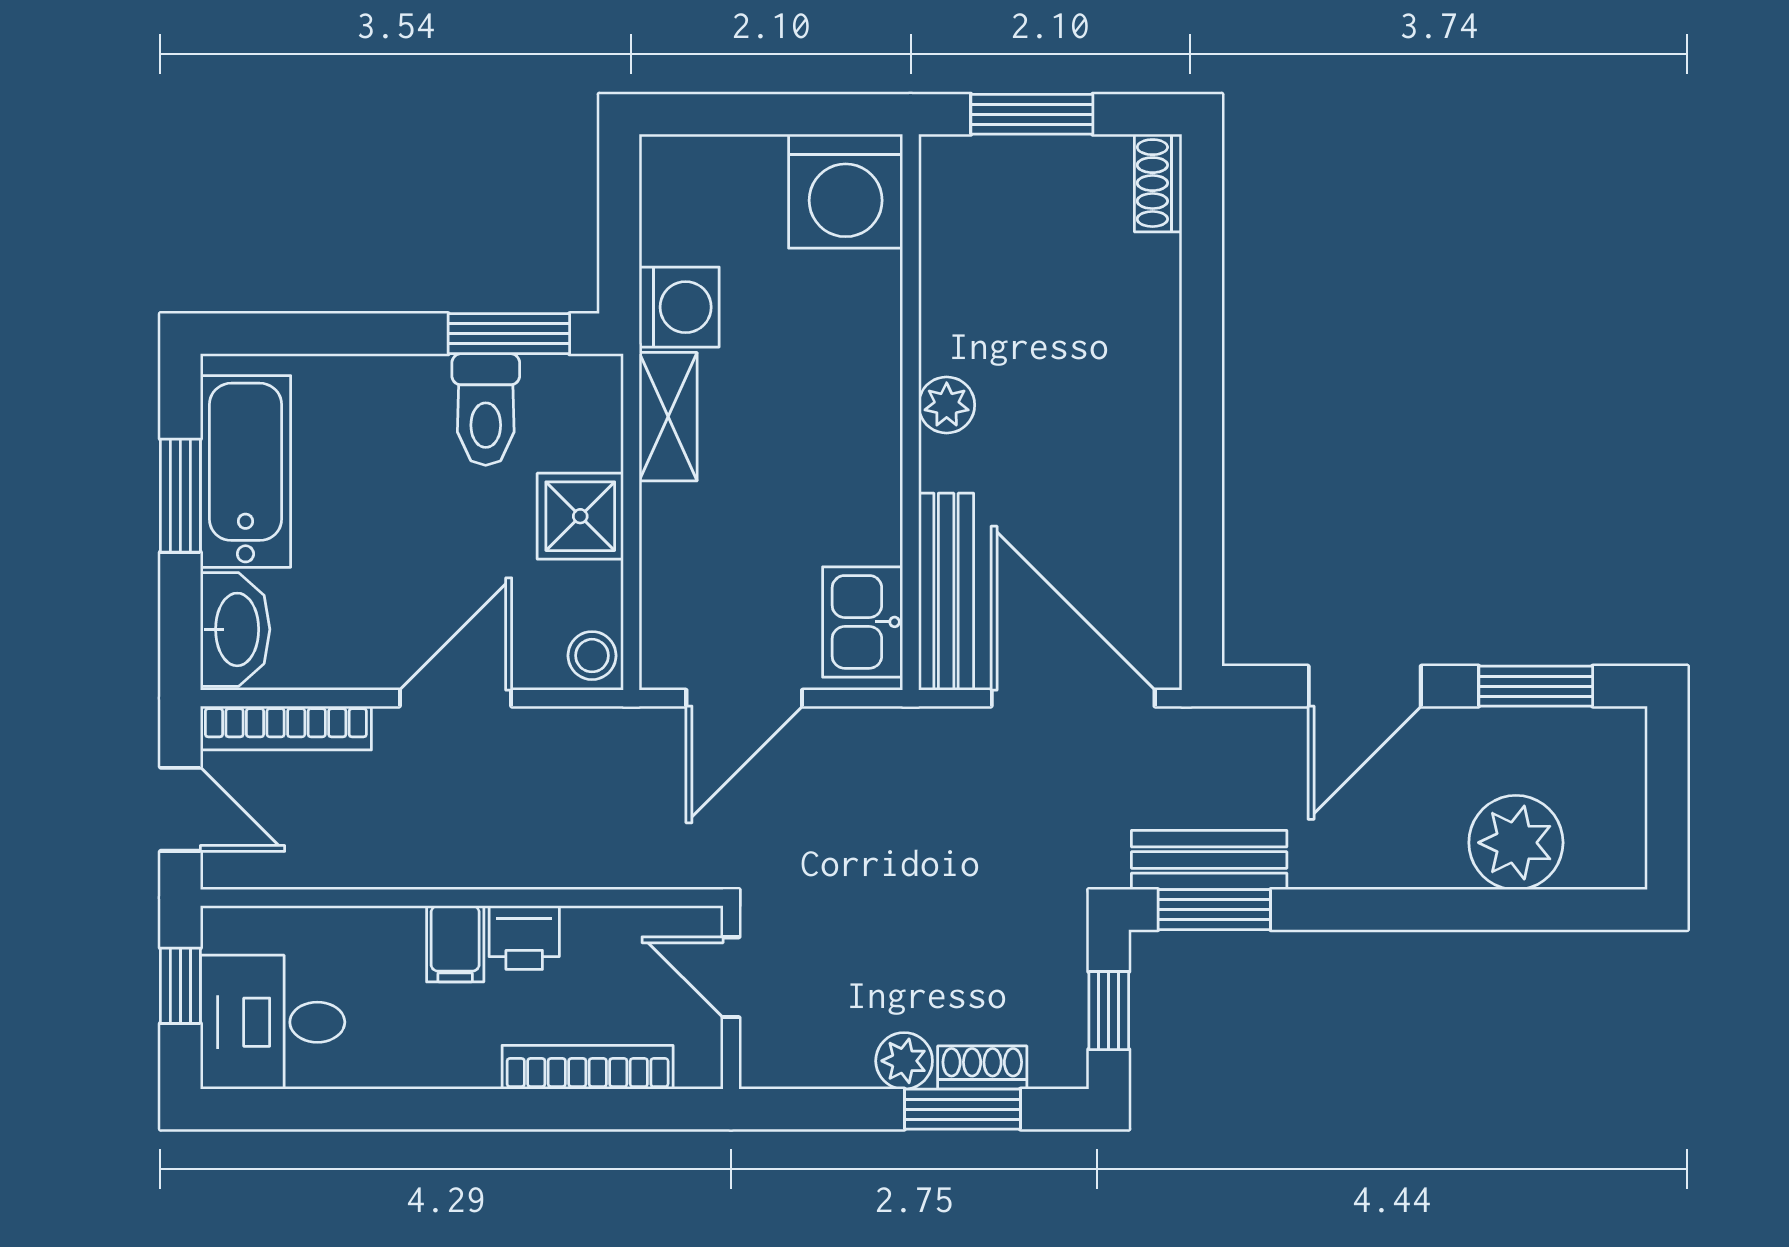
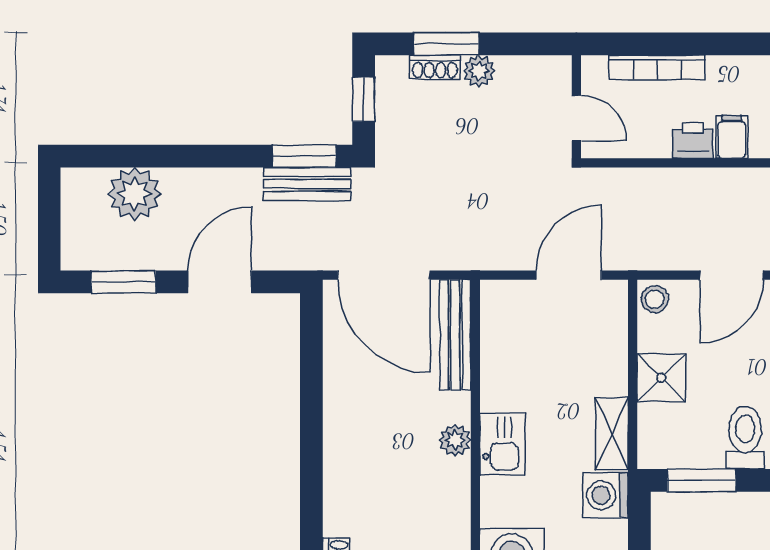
toilet: (486, 409) -> (745, 438), moved
kitchen sink: (863, 622) -> (502, 444), moved

